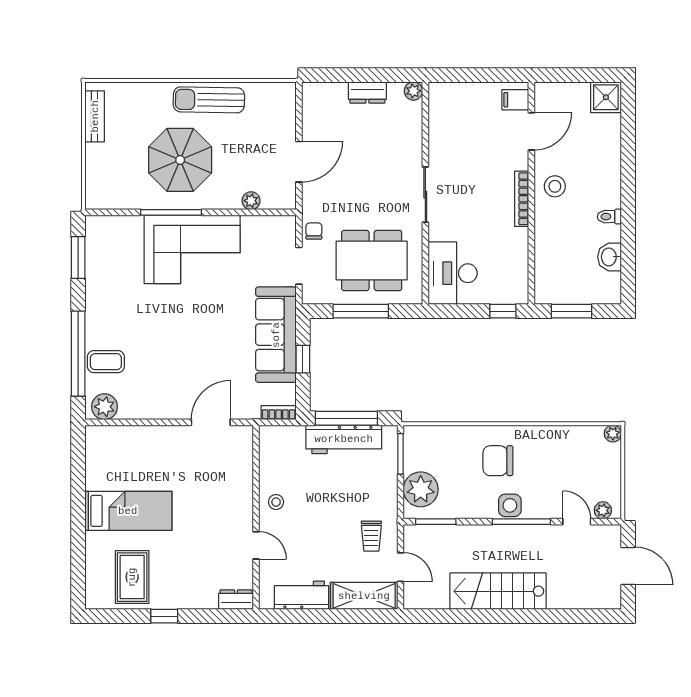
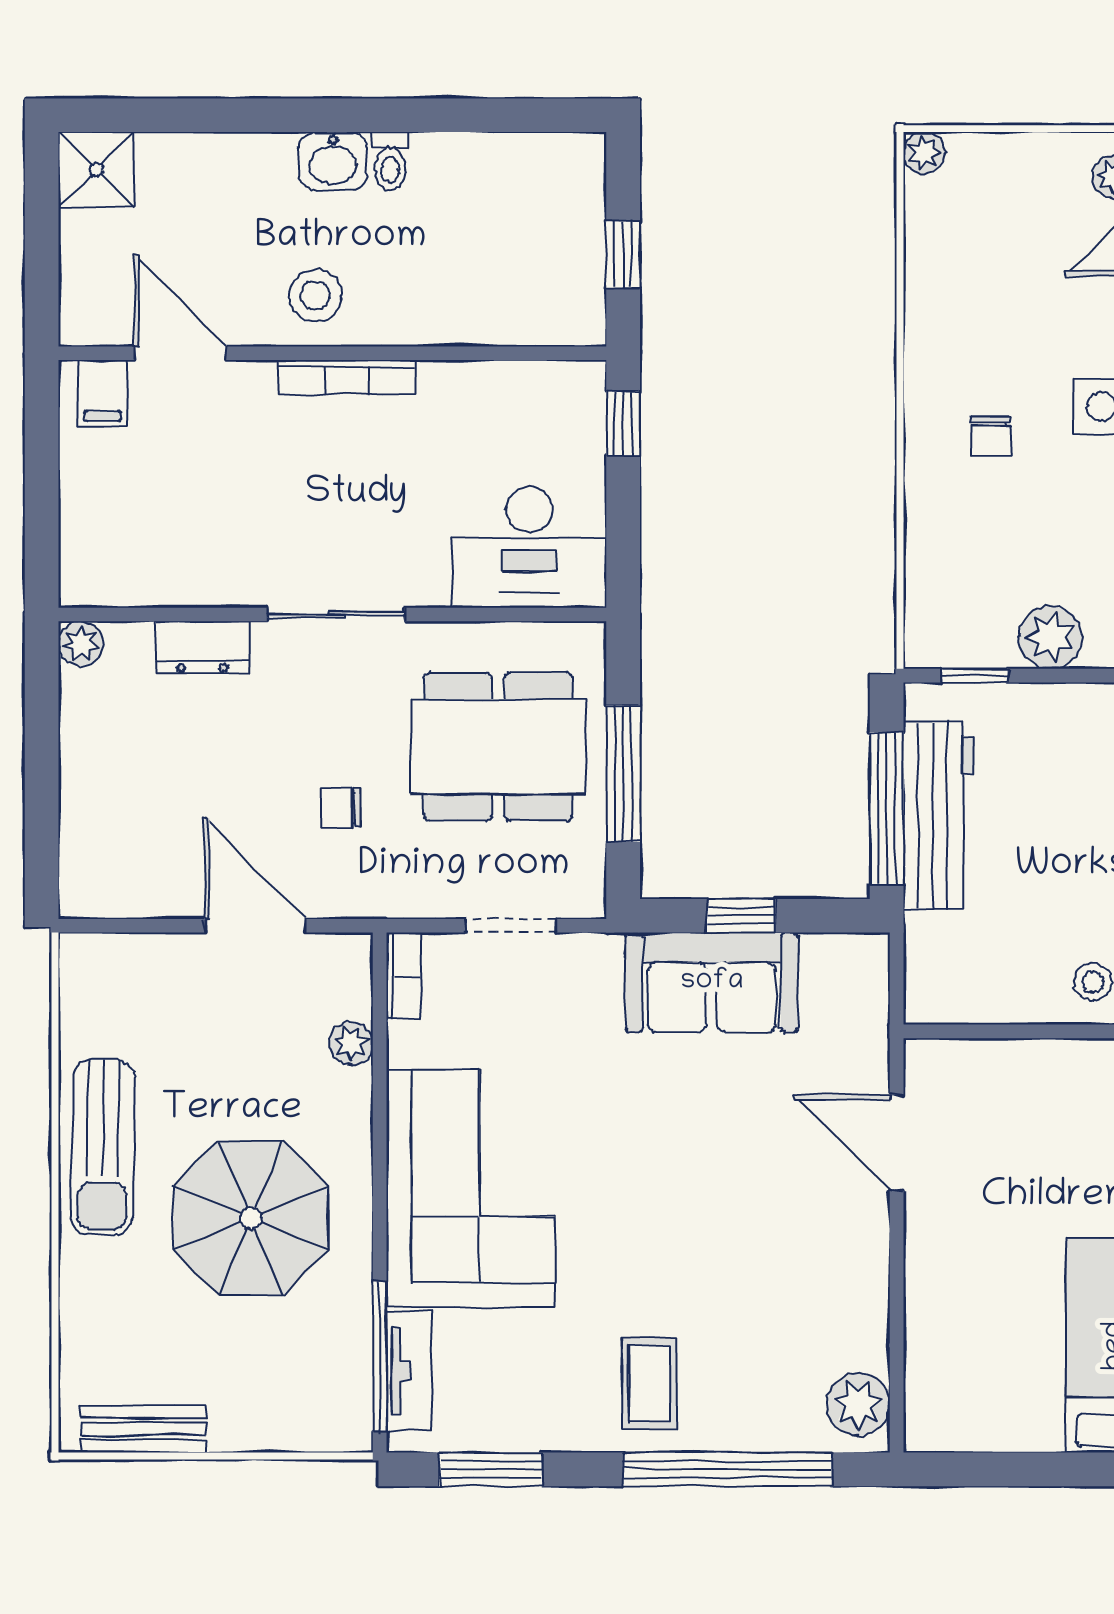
dresser: (367, 92) -> (202, 647), moved, turned 90
window: (171, 212) -> (380, 1356), moved
tv unit: (118, 224) -> (409, 1371), added
chair: (314, 231) -> (341, 808), moved
washbasin: (609, 257) -> (333, 161), moved
dining table: (372, 260) -> (498, 747), turned 90
window: (571, 311) -> (623, 255), width x0.67
sofa: (276, 335) -> (712, 982), width x0.73
coffee table: (106, 362) -> (649, 1383), moved
bookcase: (279, 413) -> (404, 976), moved, turned 180
window: (400, 454) -> (974, 676), width x0.67
chair: (498, 461) -> (991, 436), width x0.54, depth x0.54
plant: (421, 489) -> (1050, 637), width x0.73, depth x0.73

